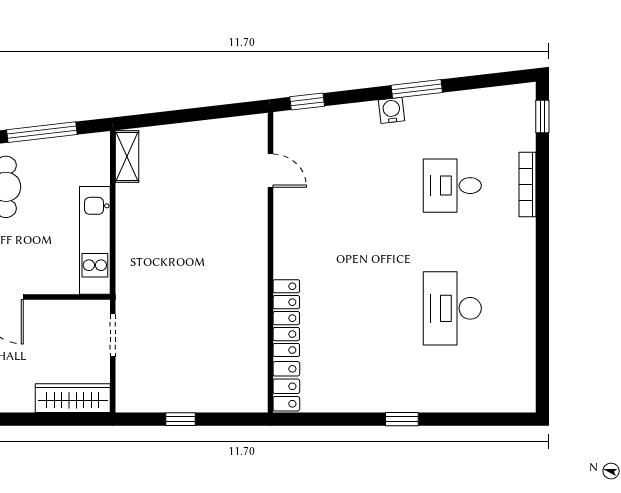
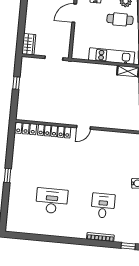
door: (270, 171) -> (84, 127), moved
kitchen unit: (95, 240) -> (112, 56), moved
wardrobe: (73, 398) -> (29, 44), width x0.67

